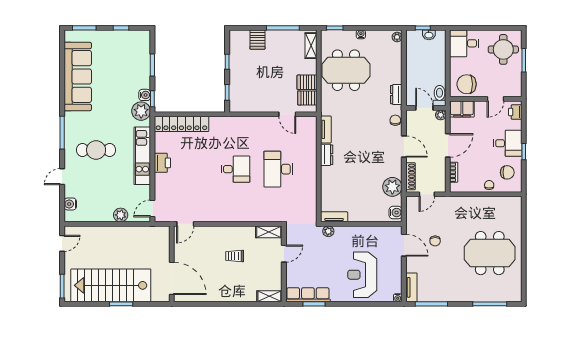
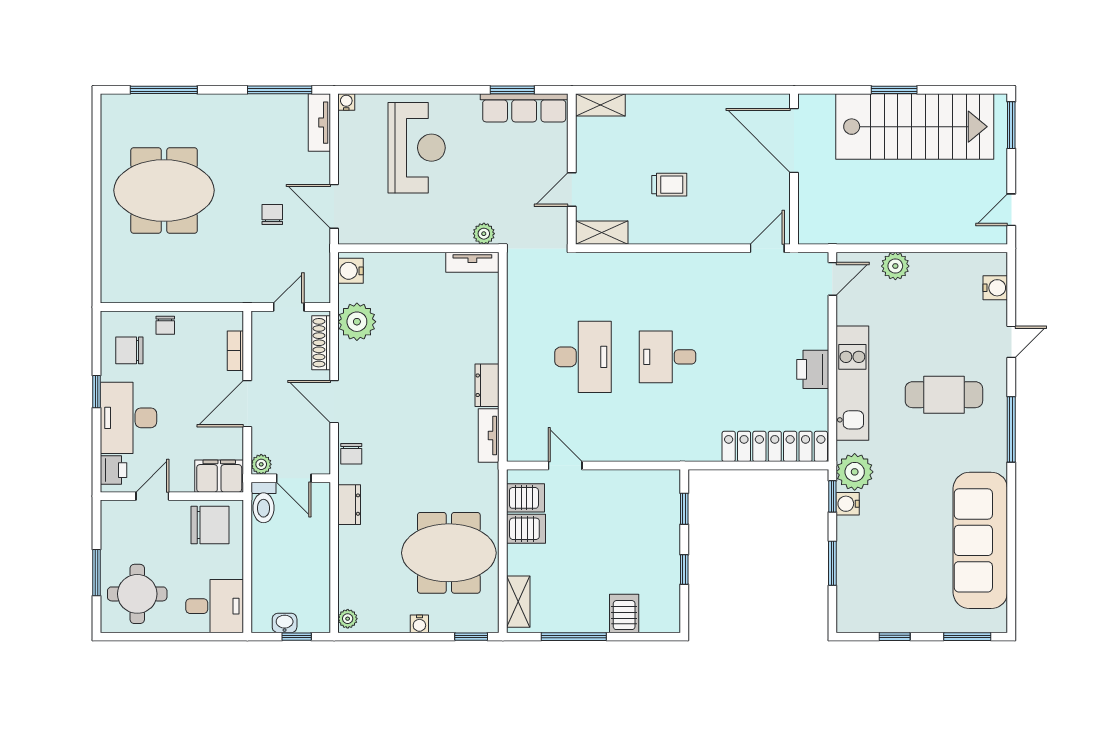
desk: (508, 143) -> (128, 418), width x1.37

